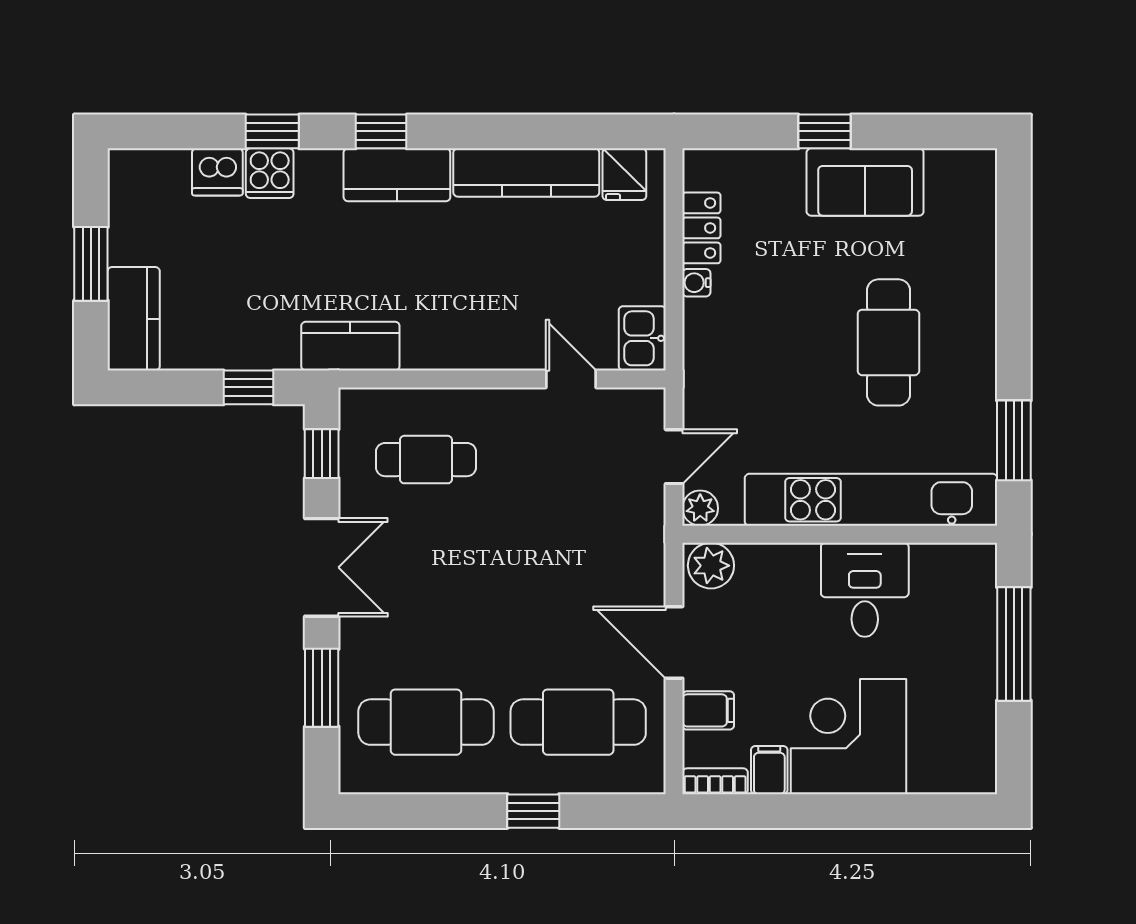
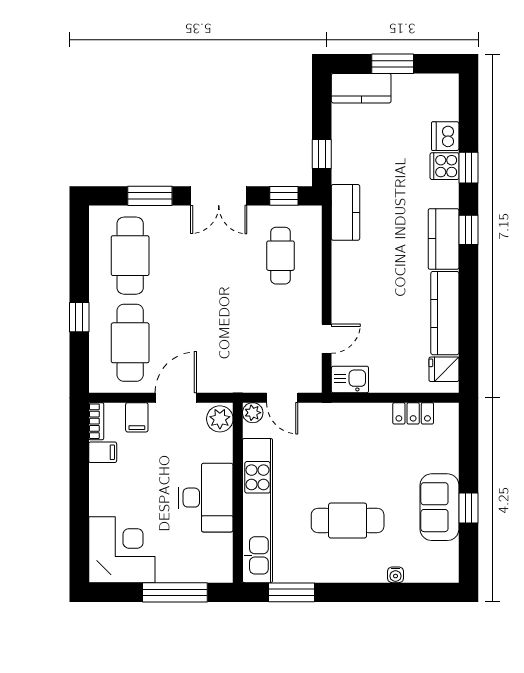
window: (825, 131) -> (468, 508), moved
water cooler: (696, 283) -> (396, 575), moved, turned 180
desk: (865, 590) -> (206, 498), width x1.37
corner desk: (848, 737) -> (122, 550), moved

